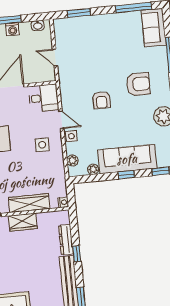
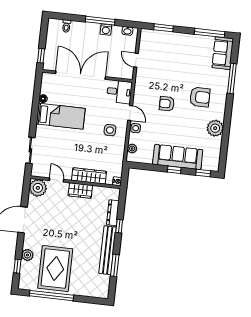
armchair: (101, 100) -> (167, 104), turned 90
plant: (93, 169) -> (148, 159), removed

